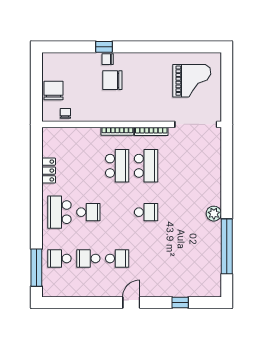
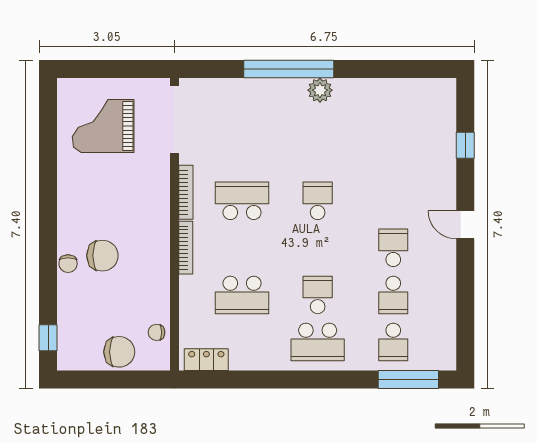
window: (104, 47) -> (48, 338), moved
chair: (112, 80) -> (102, 256), turned -90
grand piano: (192, 81) -> (103, 126), turned -90
chair: (53, 91) -> (119, 352), turned 180
school desk: (117, 166) -> (242, 295), moved, turned 180
locker: (49, 171) -> (206, 360), moved
window: (227, 246) -> (289, 69), moved

